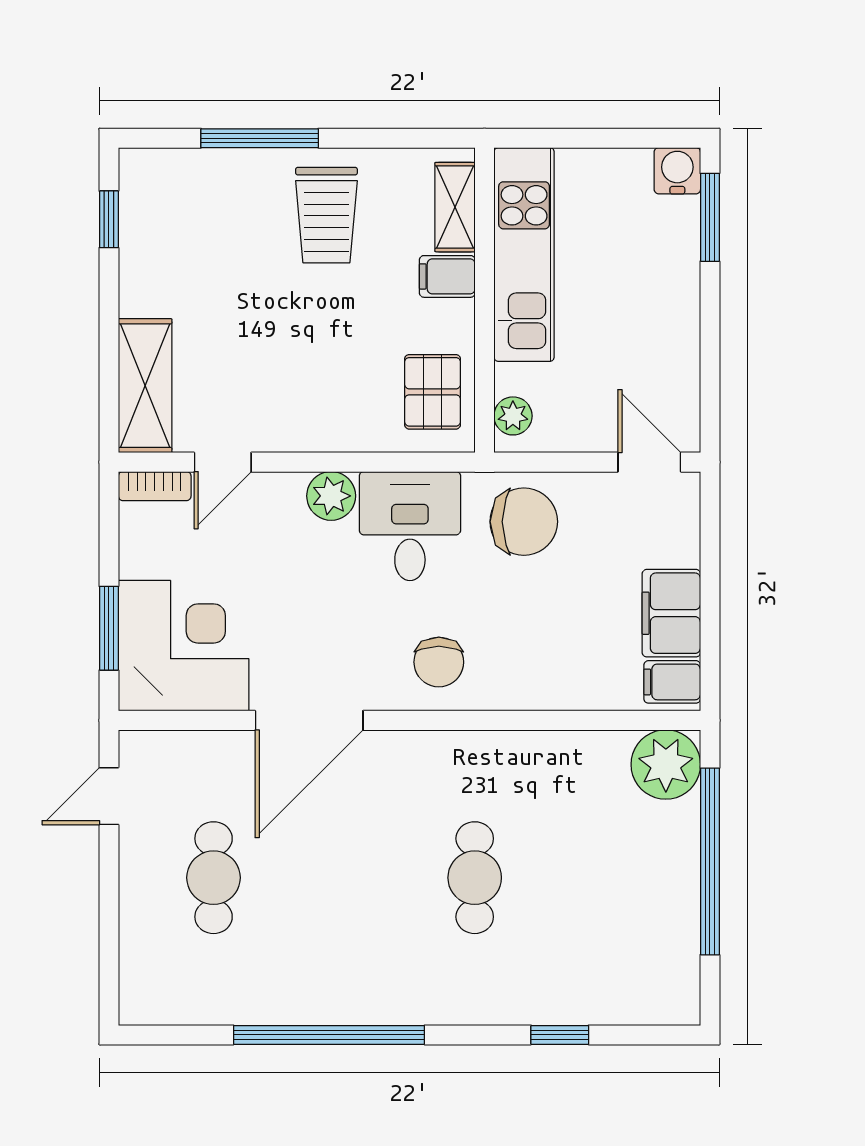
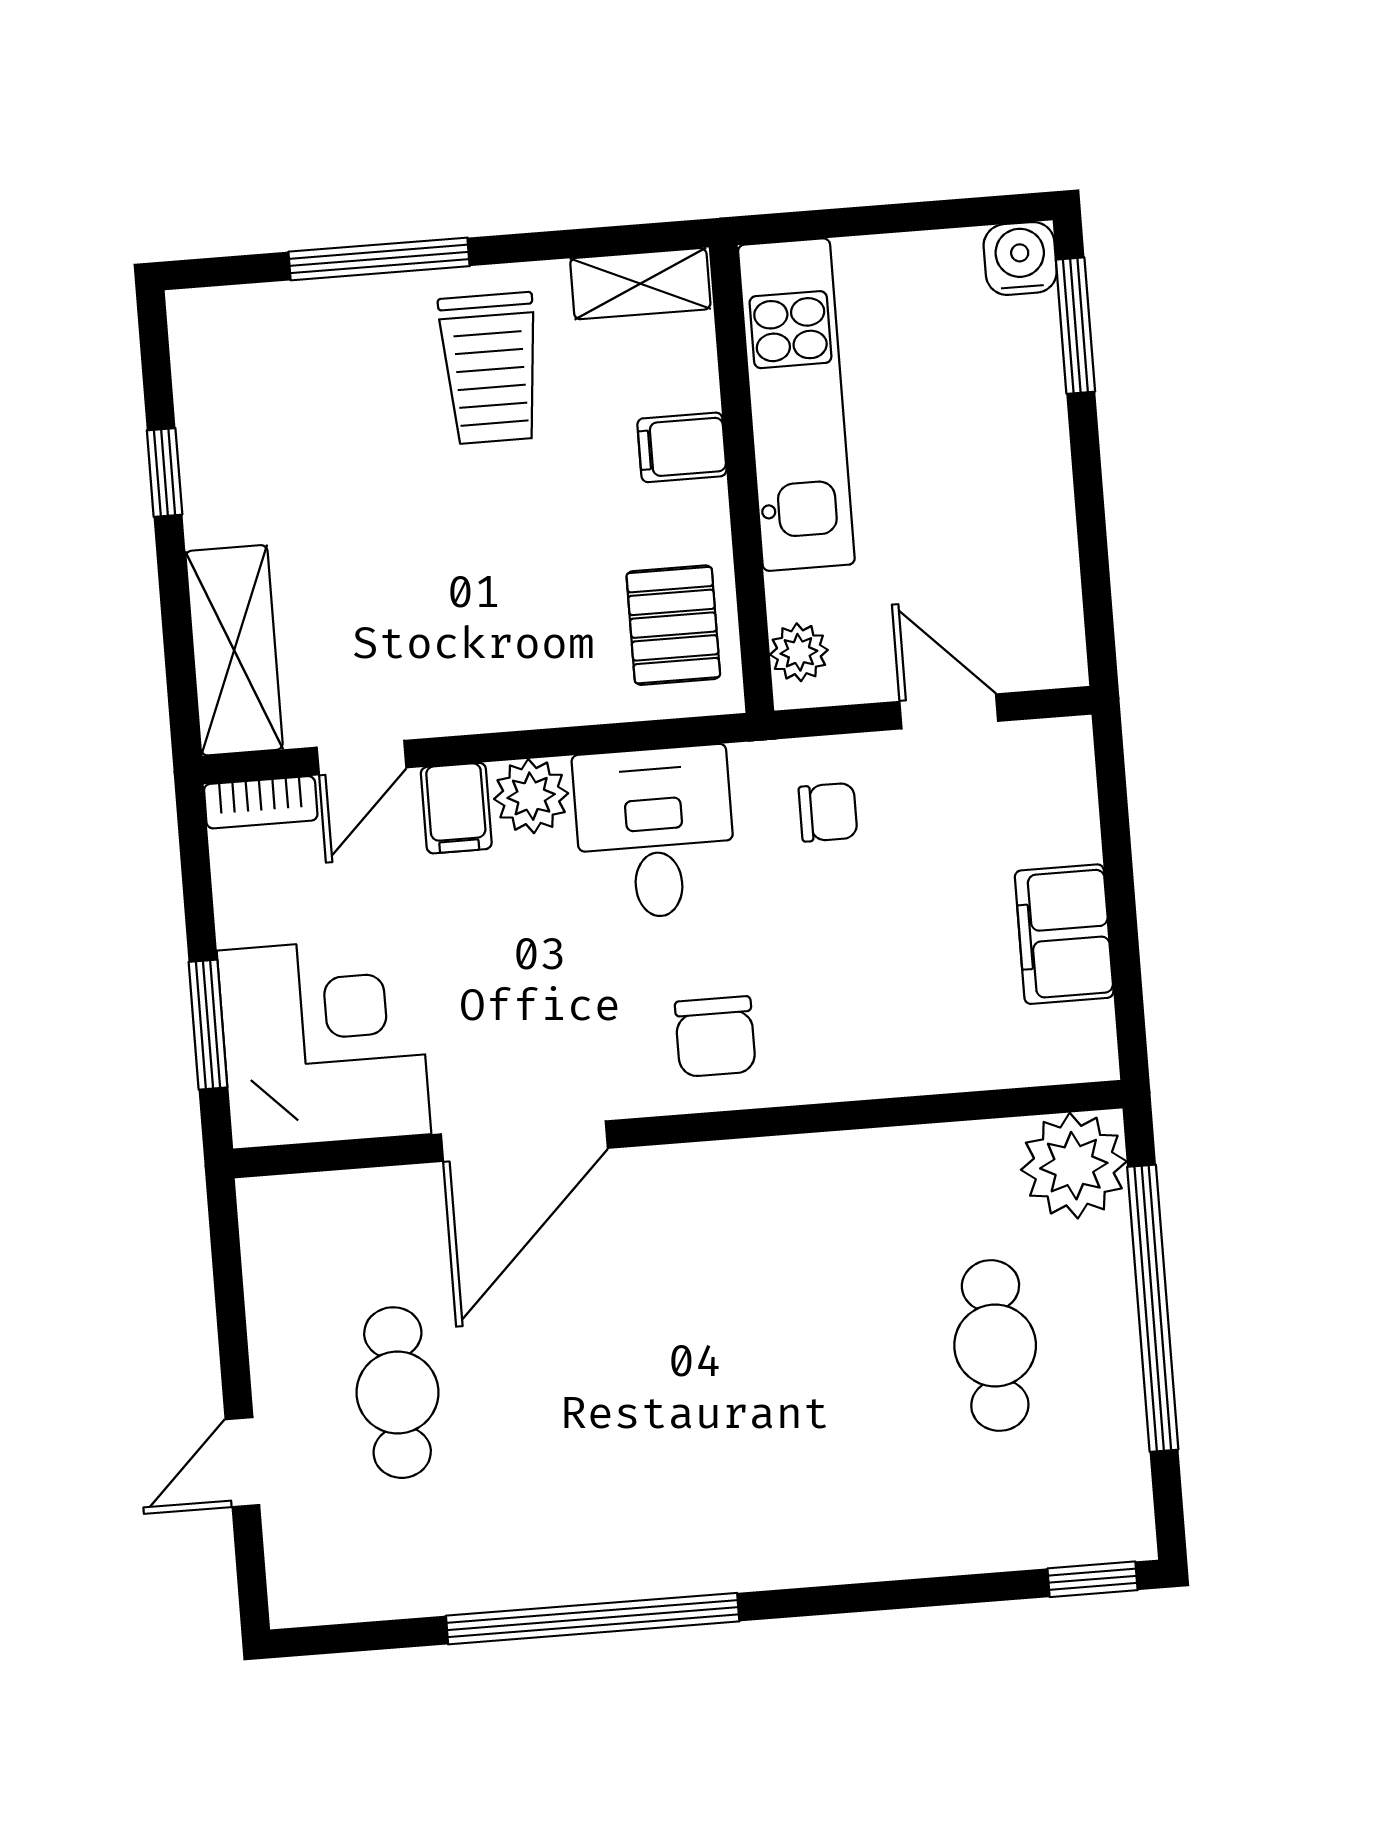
shelving: (455, 207) -> (640, 284), moved, turned 90
window: (109, 219) -> (165, 472), moved
door: (649, 462) -> (949, 711), moved
chair: (524, 522) -> (828, 812), width x0.54, depth x0.54
filing cabinet: (672, 682) -> (456, 808), moved, turned -90
door: (109, 796) -> (242, 1462), moved
cafe table: (475, 878) -> (995, 1346), moved
window: (560, 1035) -> (1093, 1579), moved

